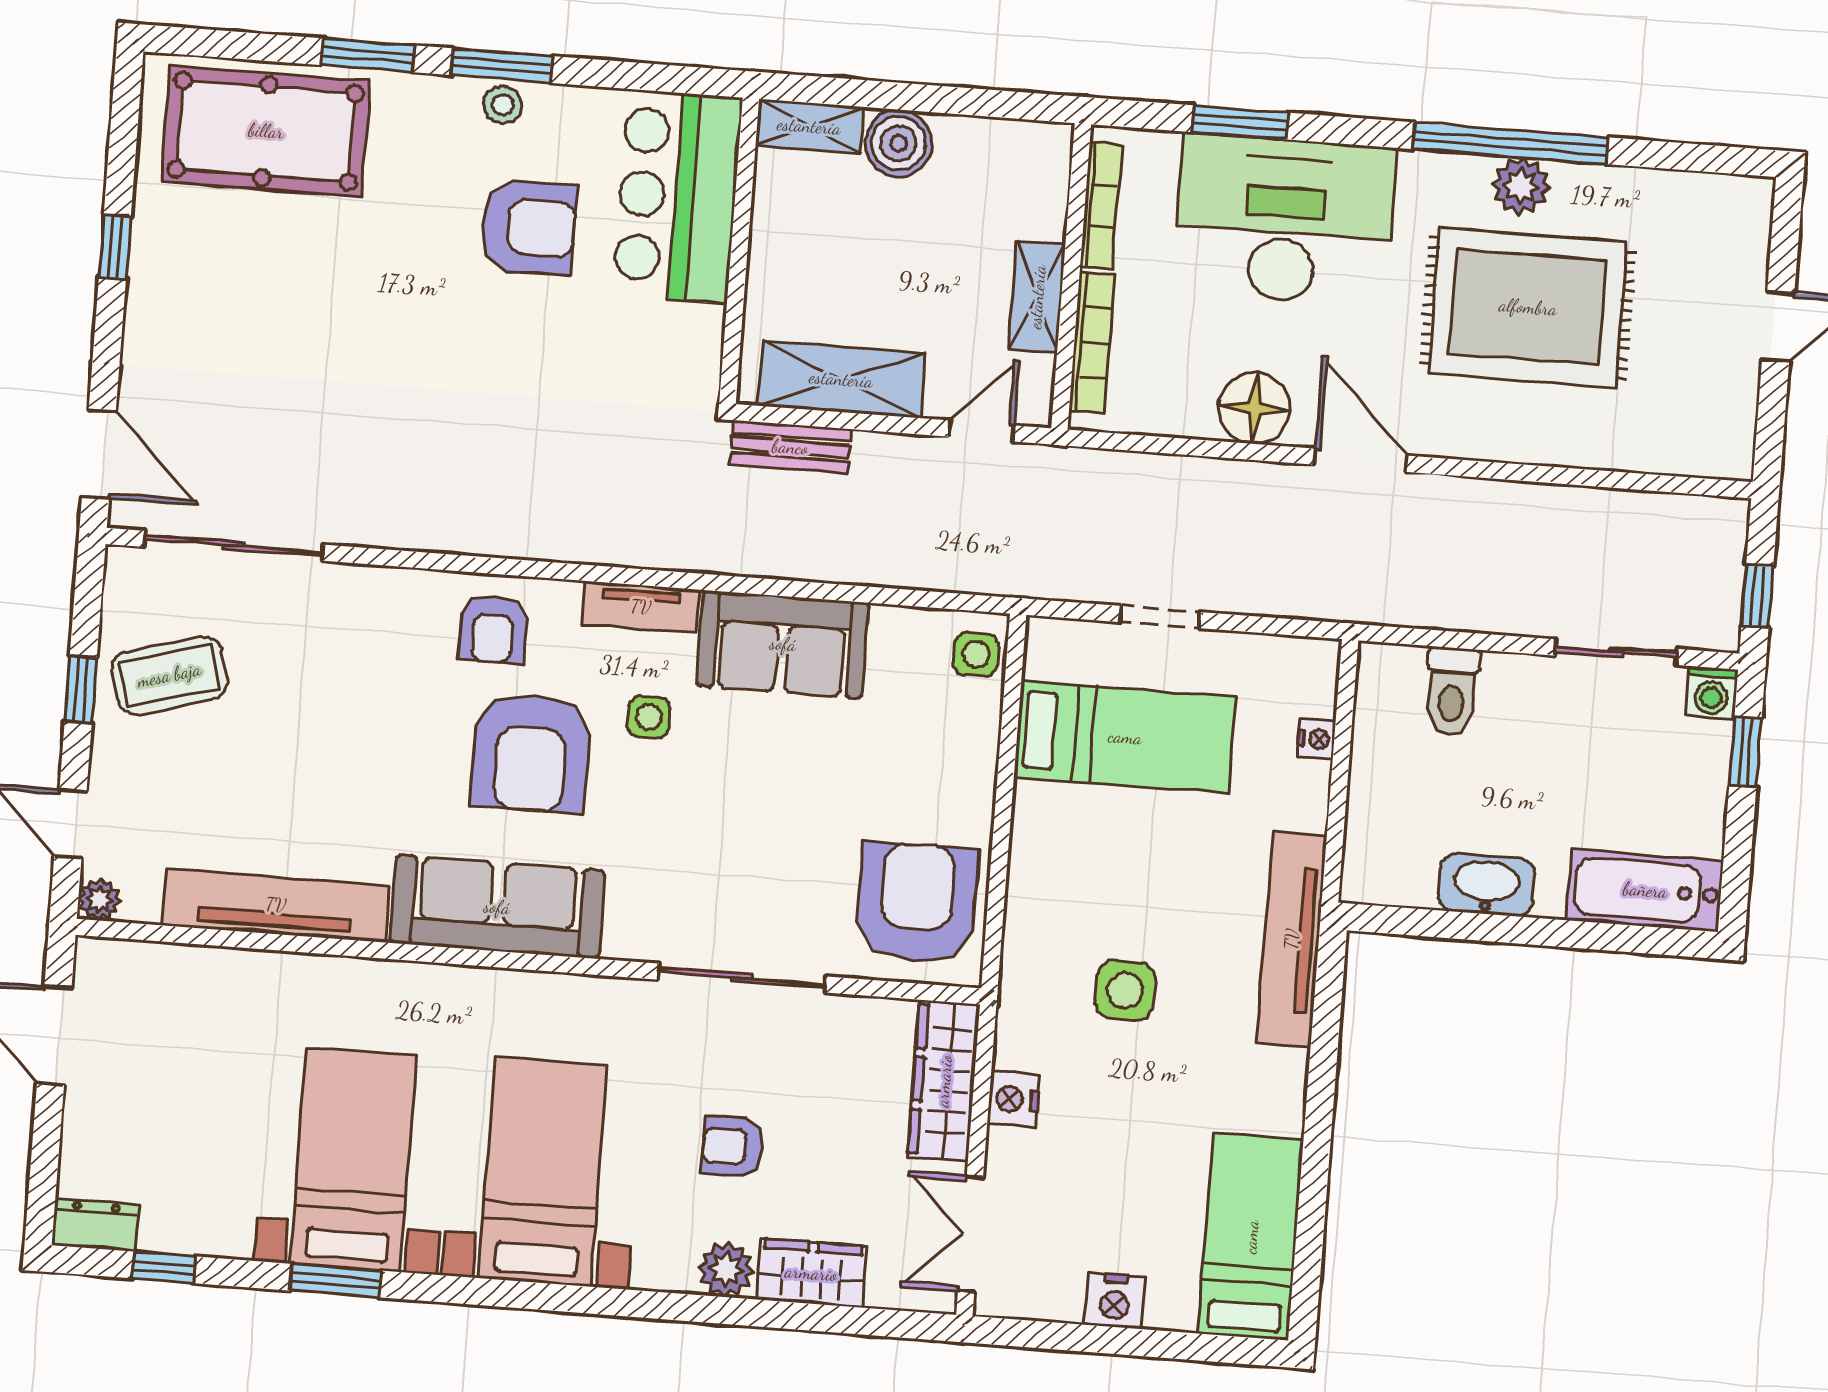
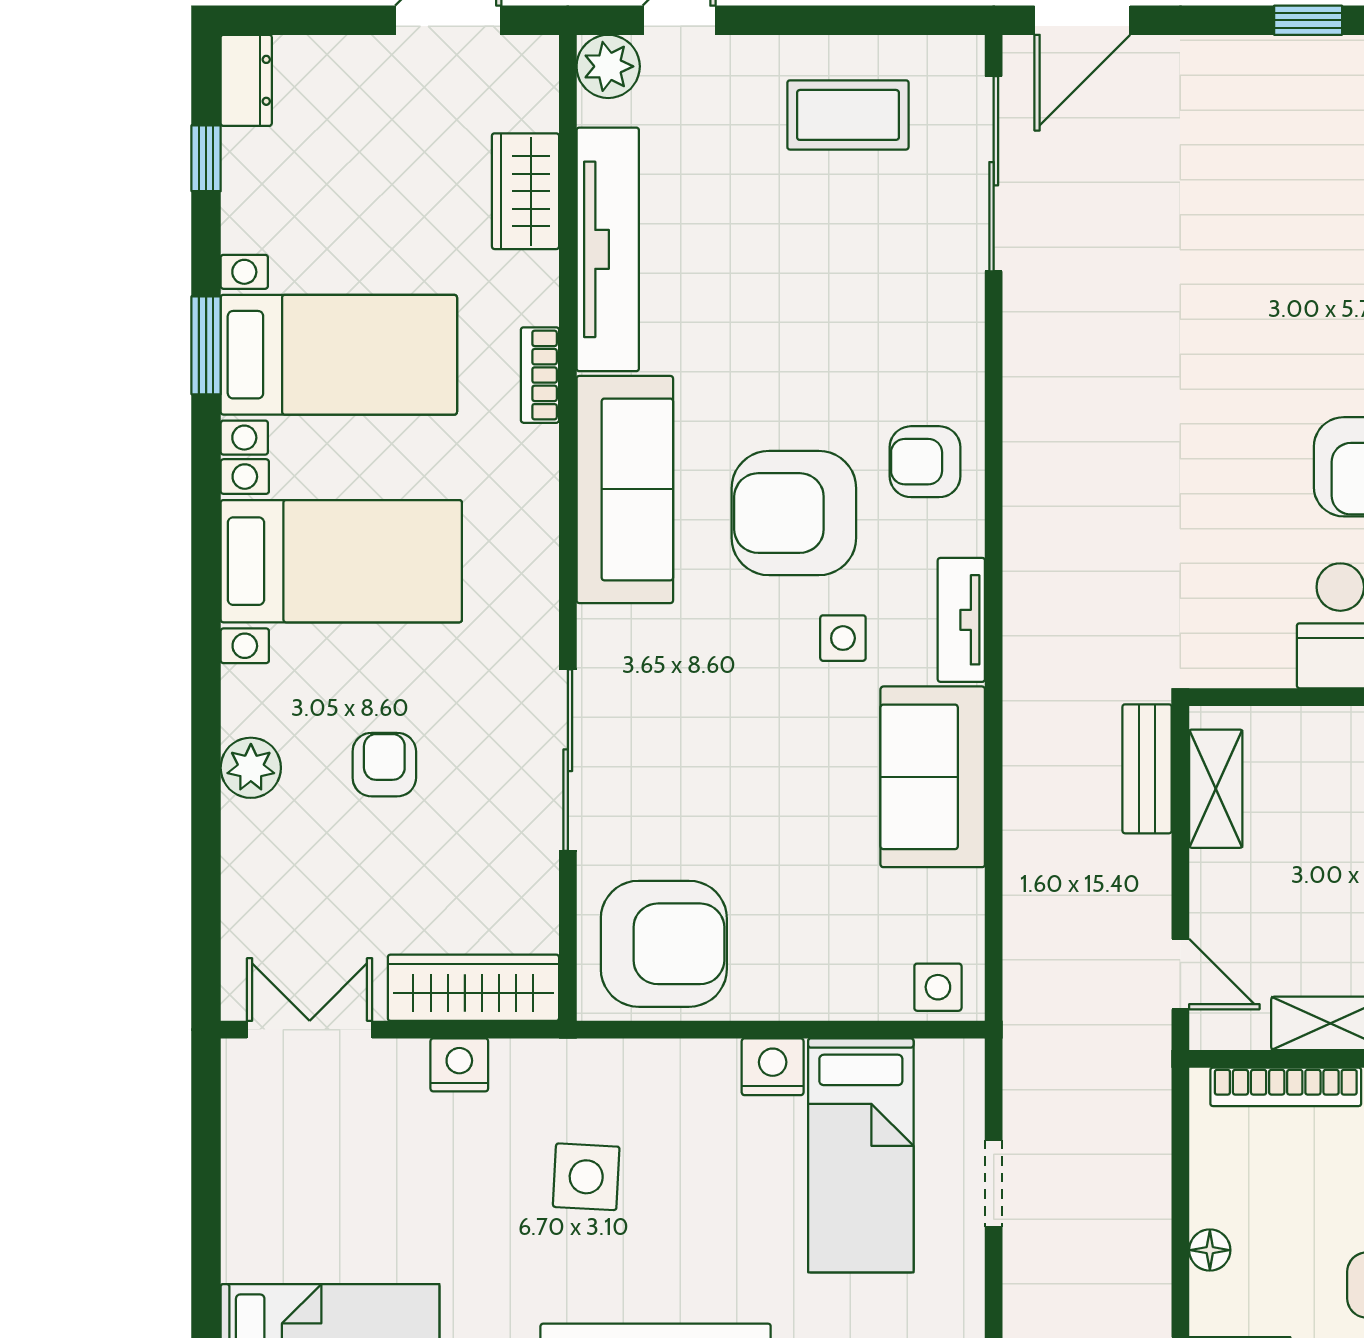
shelving: (841, 379) -> (1216, 789), width x0.67, depth x0.75
floor lamp: (1255, 408) -> (1210, 1250), width x0.53, depth x0.53
coffee table: (169, 675) -> (848, 115), turned -74
window: (81, 689) -> (825, 20), removed
plant: (99, 899) -> (608, 66), width x1.38, depth x1.38
bookcase: (386, 976) -> (540, 375), added
wardrobe: (811, 1273) -> (525, 191), moved, turned 180
nightstand: (1115, 1301) -> (773, 1067), moved, turned 90

